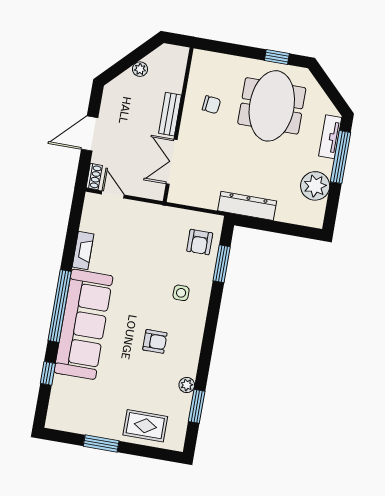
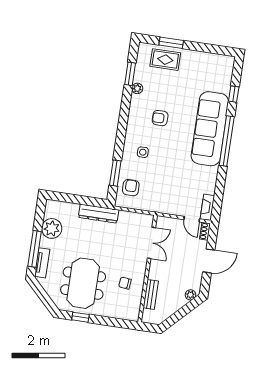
plant: (140, 69) -> (190, 295), moved
bench: (170, 114) -> (151, 294), moved
fireplace: (83, 250) -> (207, 207), moved
window: (101, 444) -> (171, 43), moved

